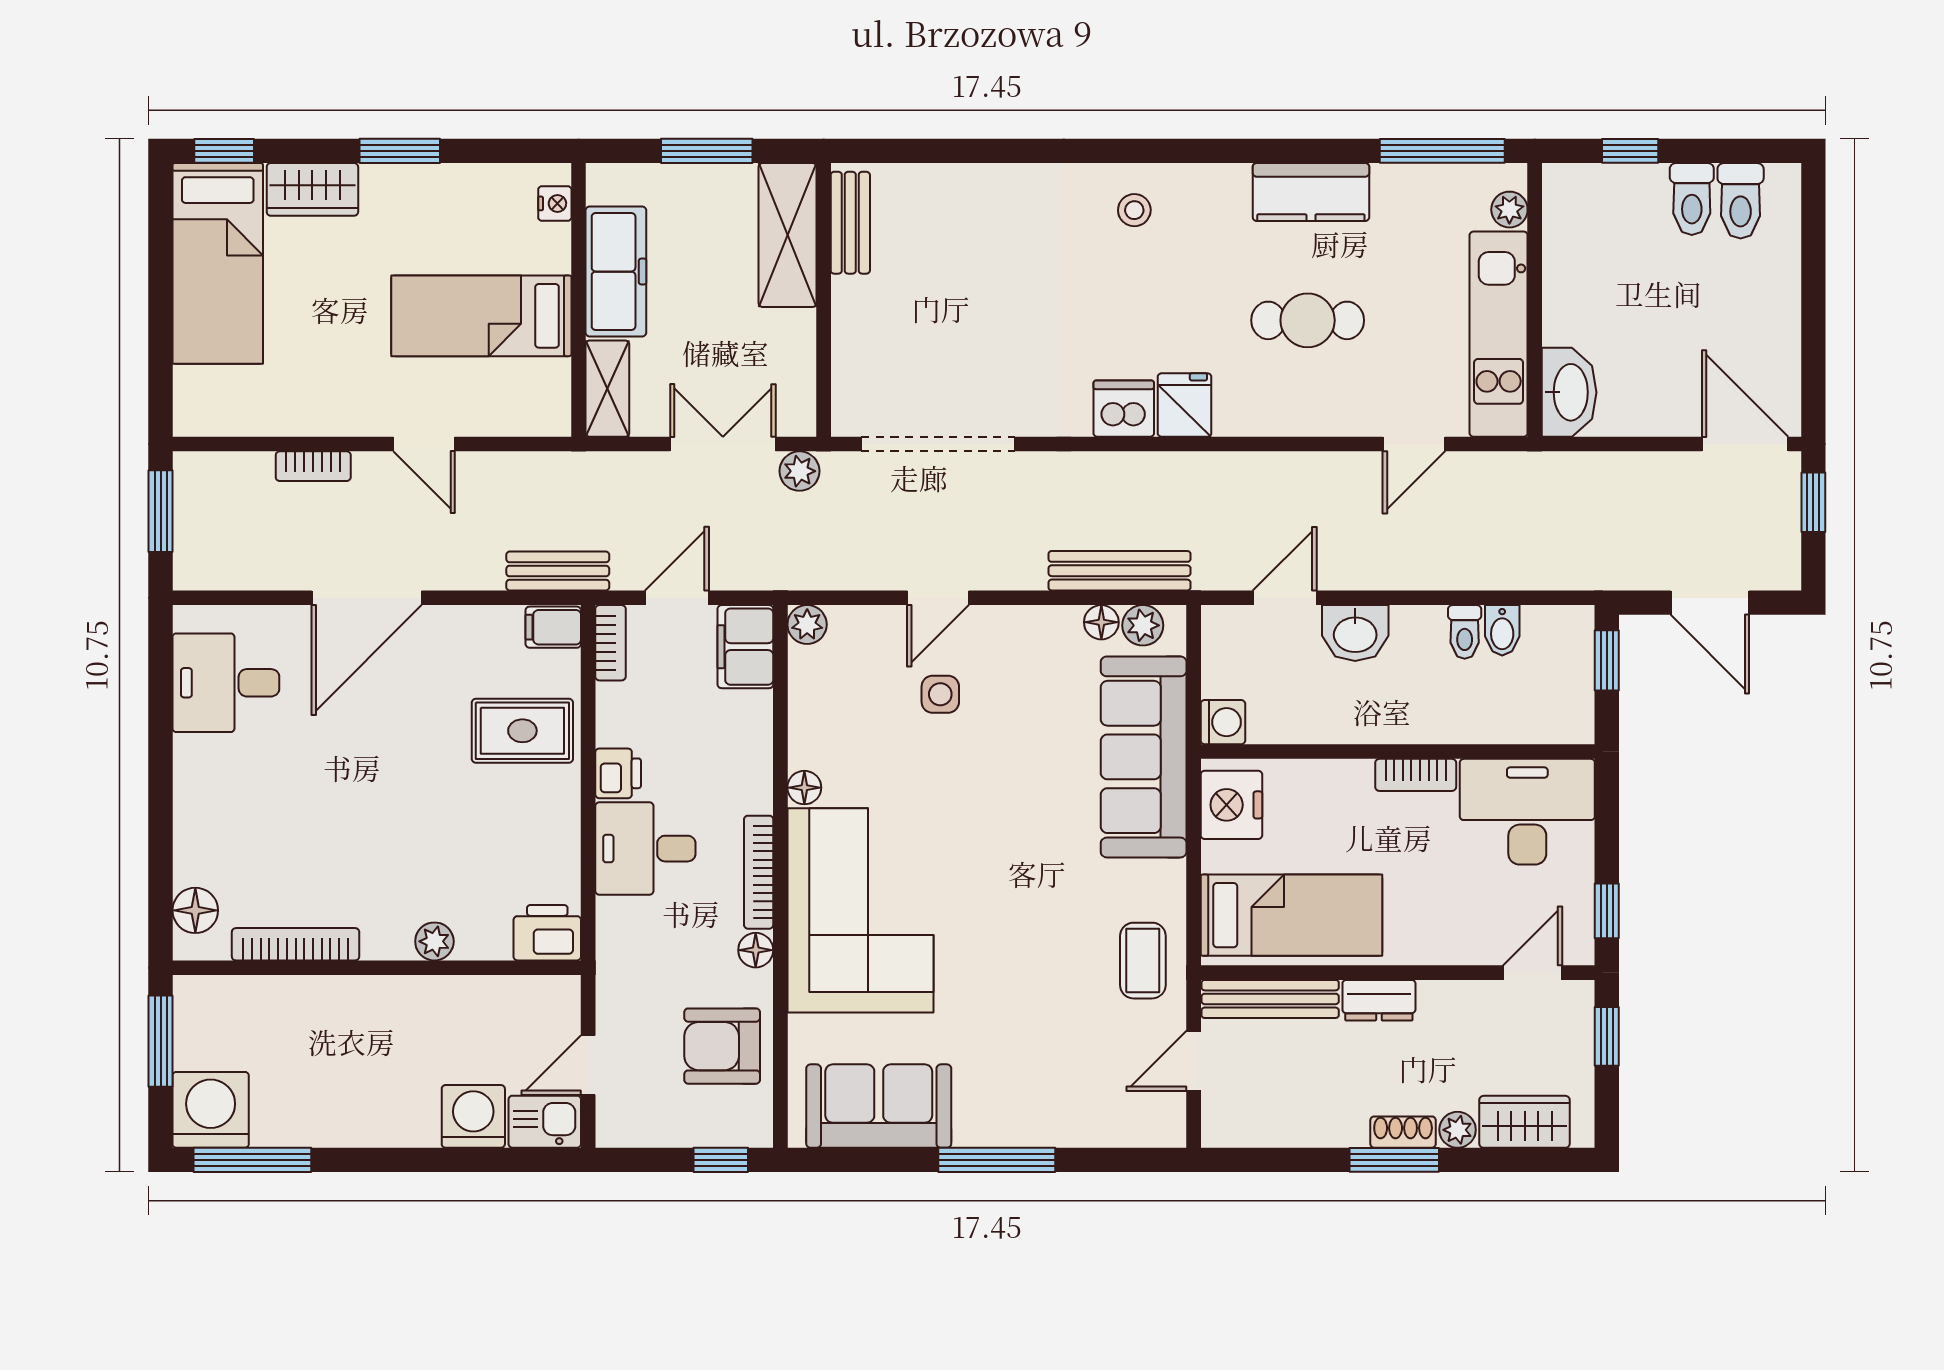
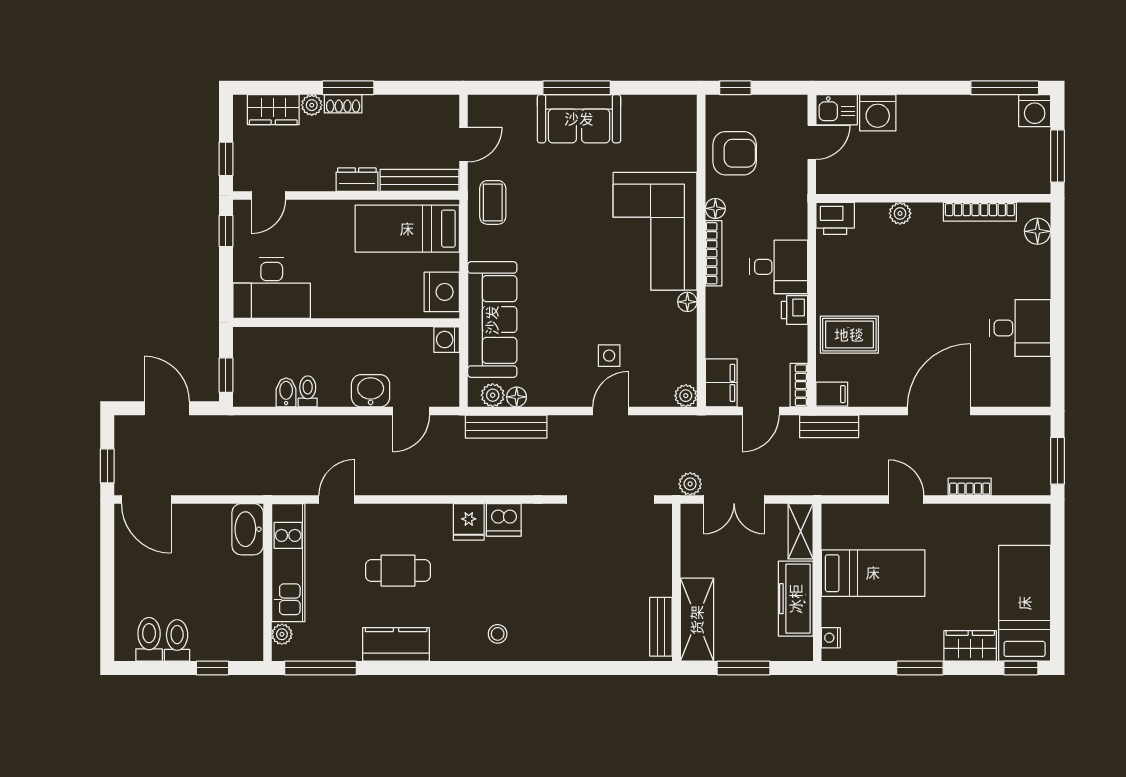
desk: (226, 683) -> (1020, 328), moved
bookcase: (1416, 775) -> (336, 309), removed
sofa: (879, 1106) -> (579, 119), moved
washing machine: (211, 1110) -> (1035, 111), width x0.73, depth x0.73

